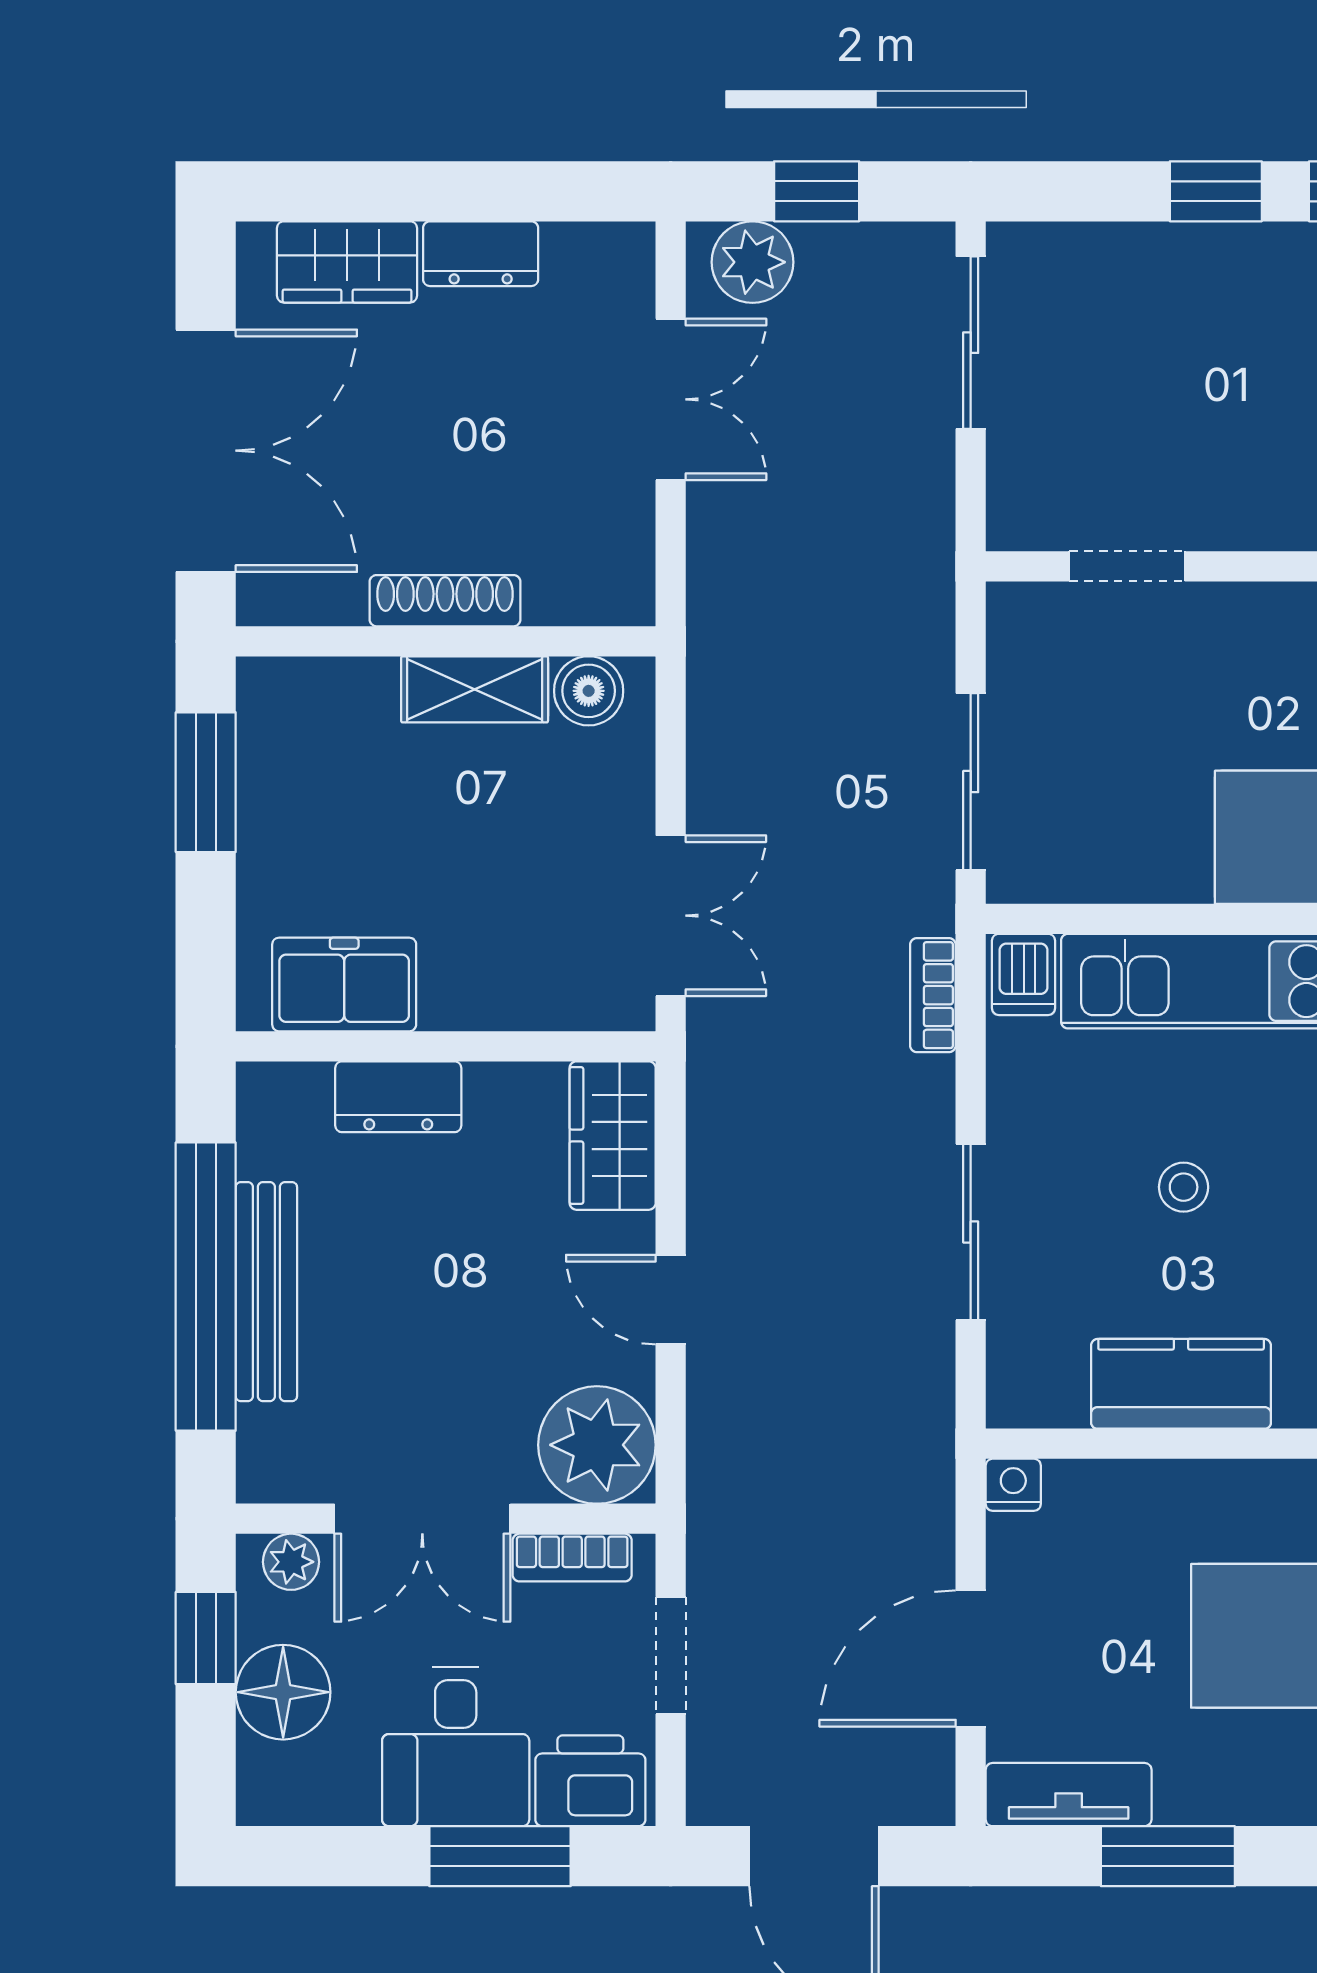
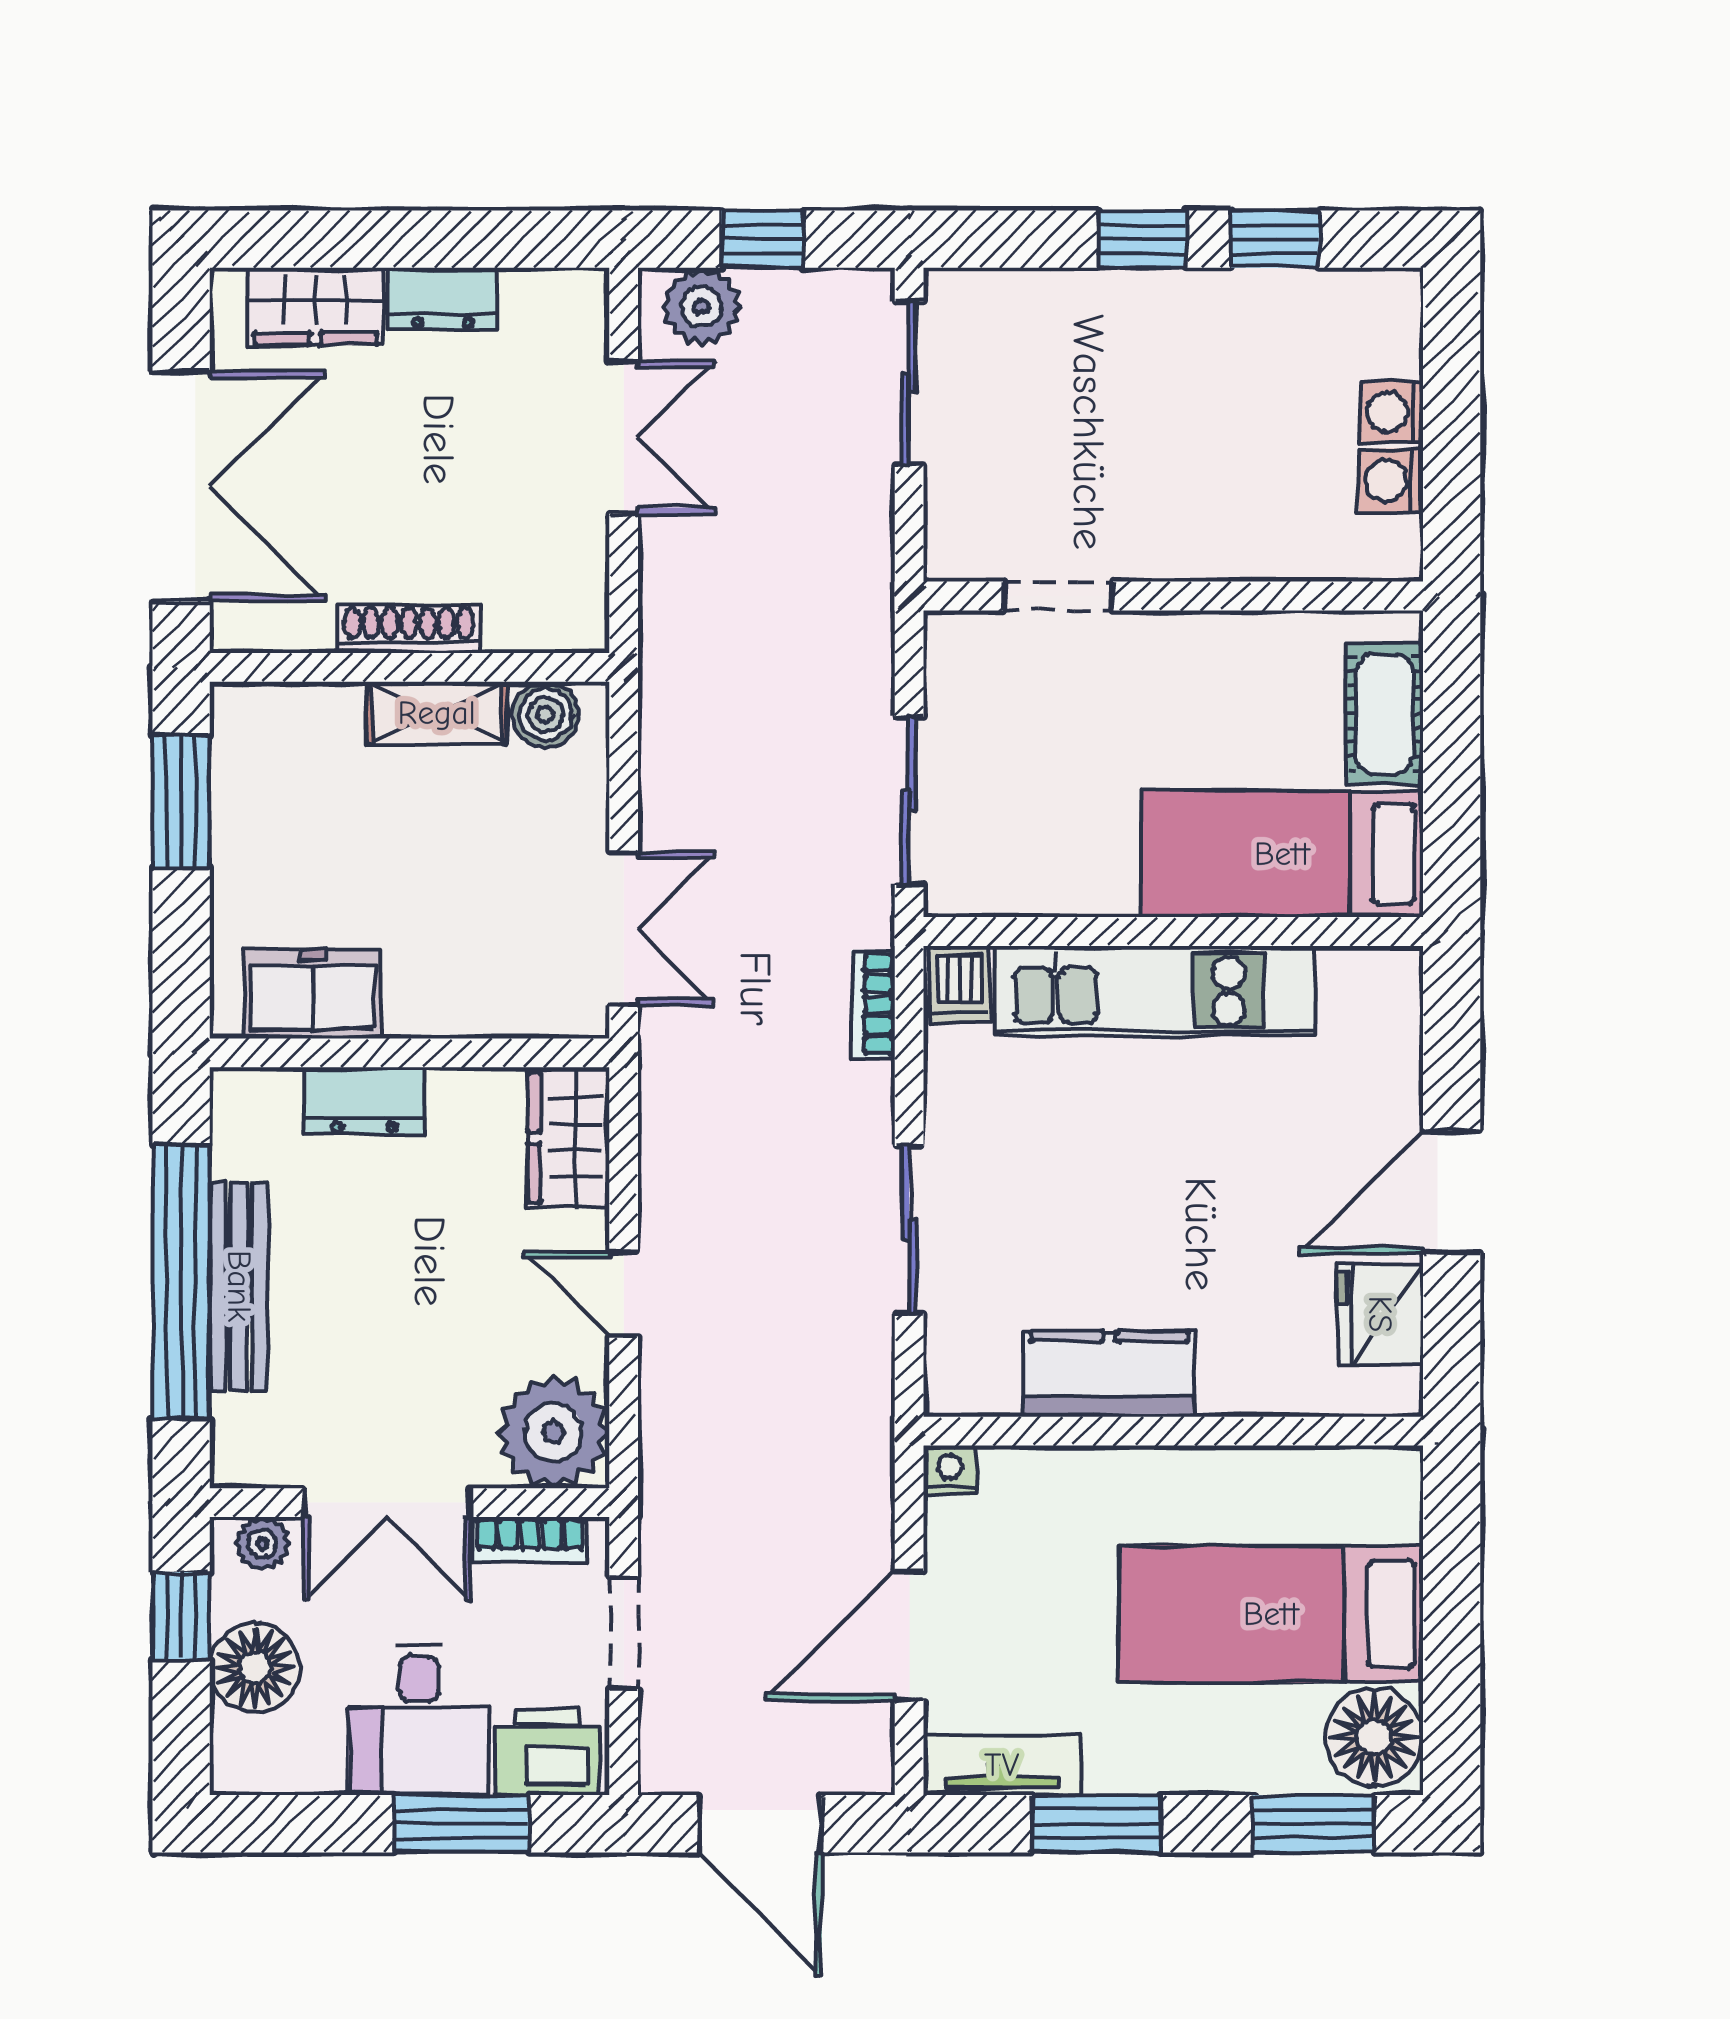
stool: (1184, 1187) -> (1112, 1187), removed

